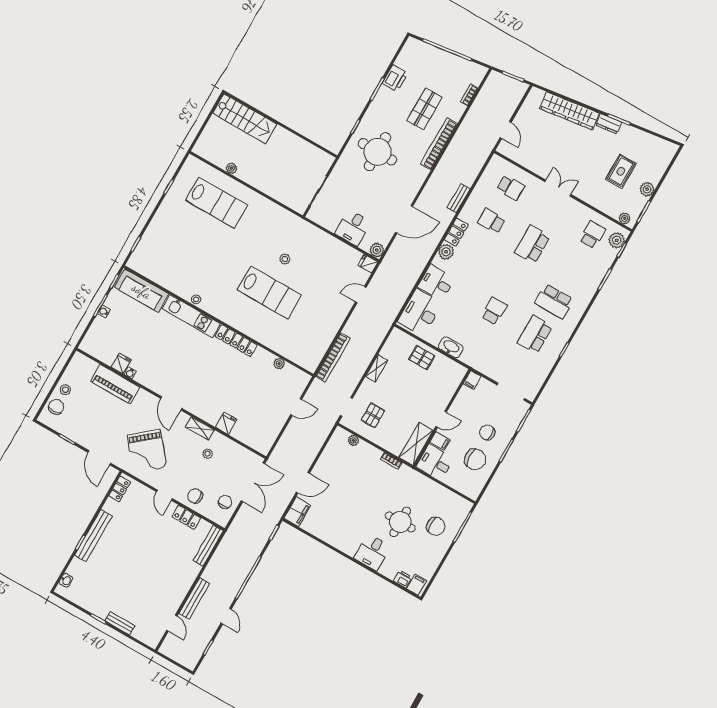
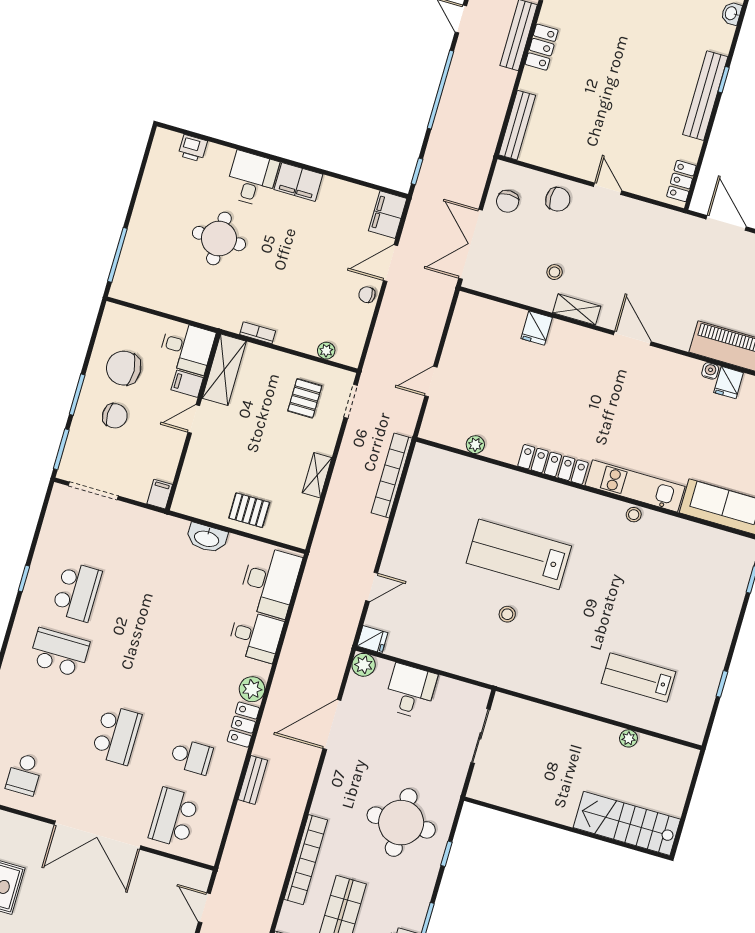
school desk: (511, 188) -> (174, 817), width x1.85
double door: (558, 188) -> (97, 835), width x1.87
lab bench: (217, 203) -> (639, 677), width x0.73, depth x0.72
school desk: (494, 311) -> (152, 613), removed
grand piano: (147, 451) -> (653, 252), removed
locker: (186, 517) -> (542, 47), moved, turned 90
chair: (436, 526) -> (367, 295), moved, width x0.54, depth x0.54
filing cabinet: (417, 585) -> (298, 182), moved, width x2.00

